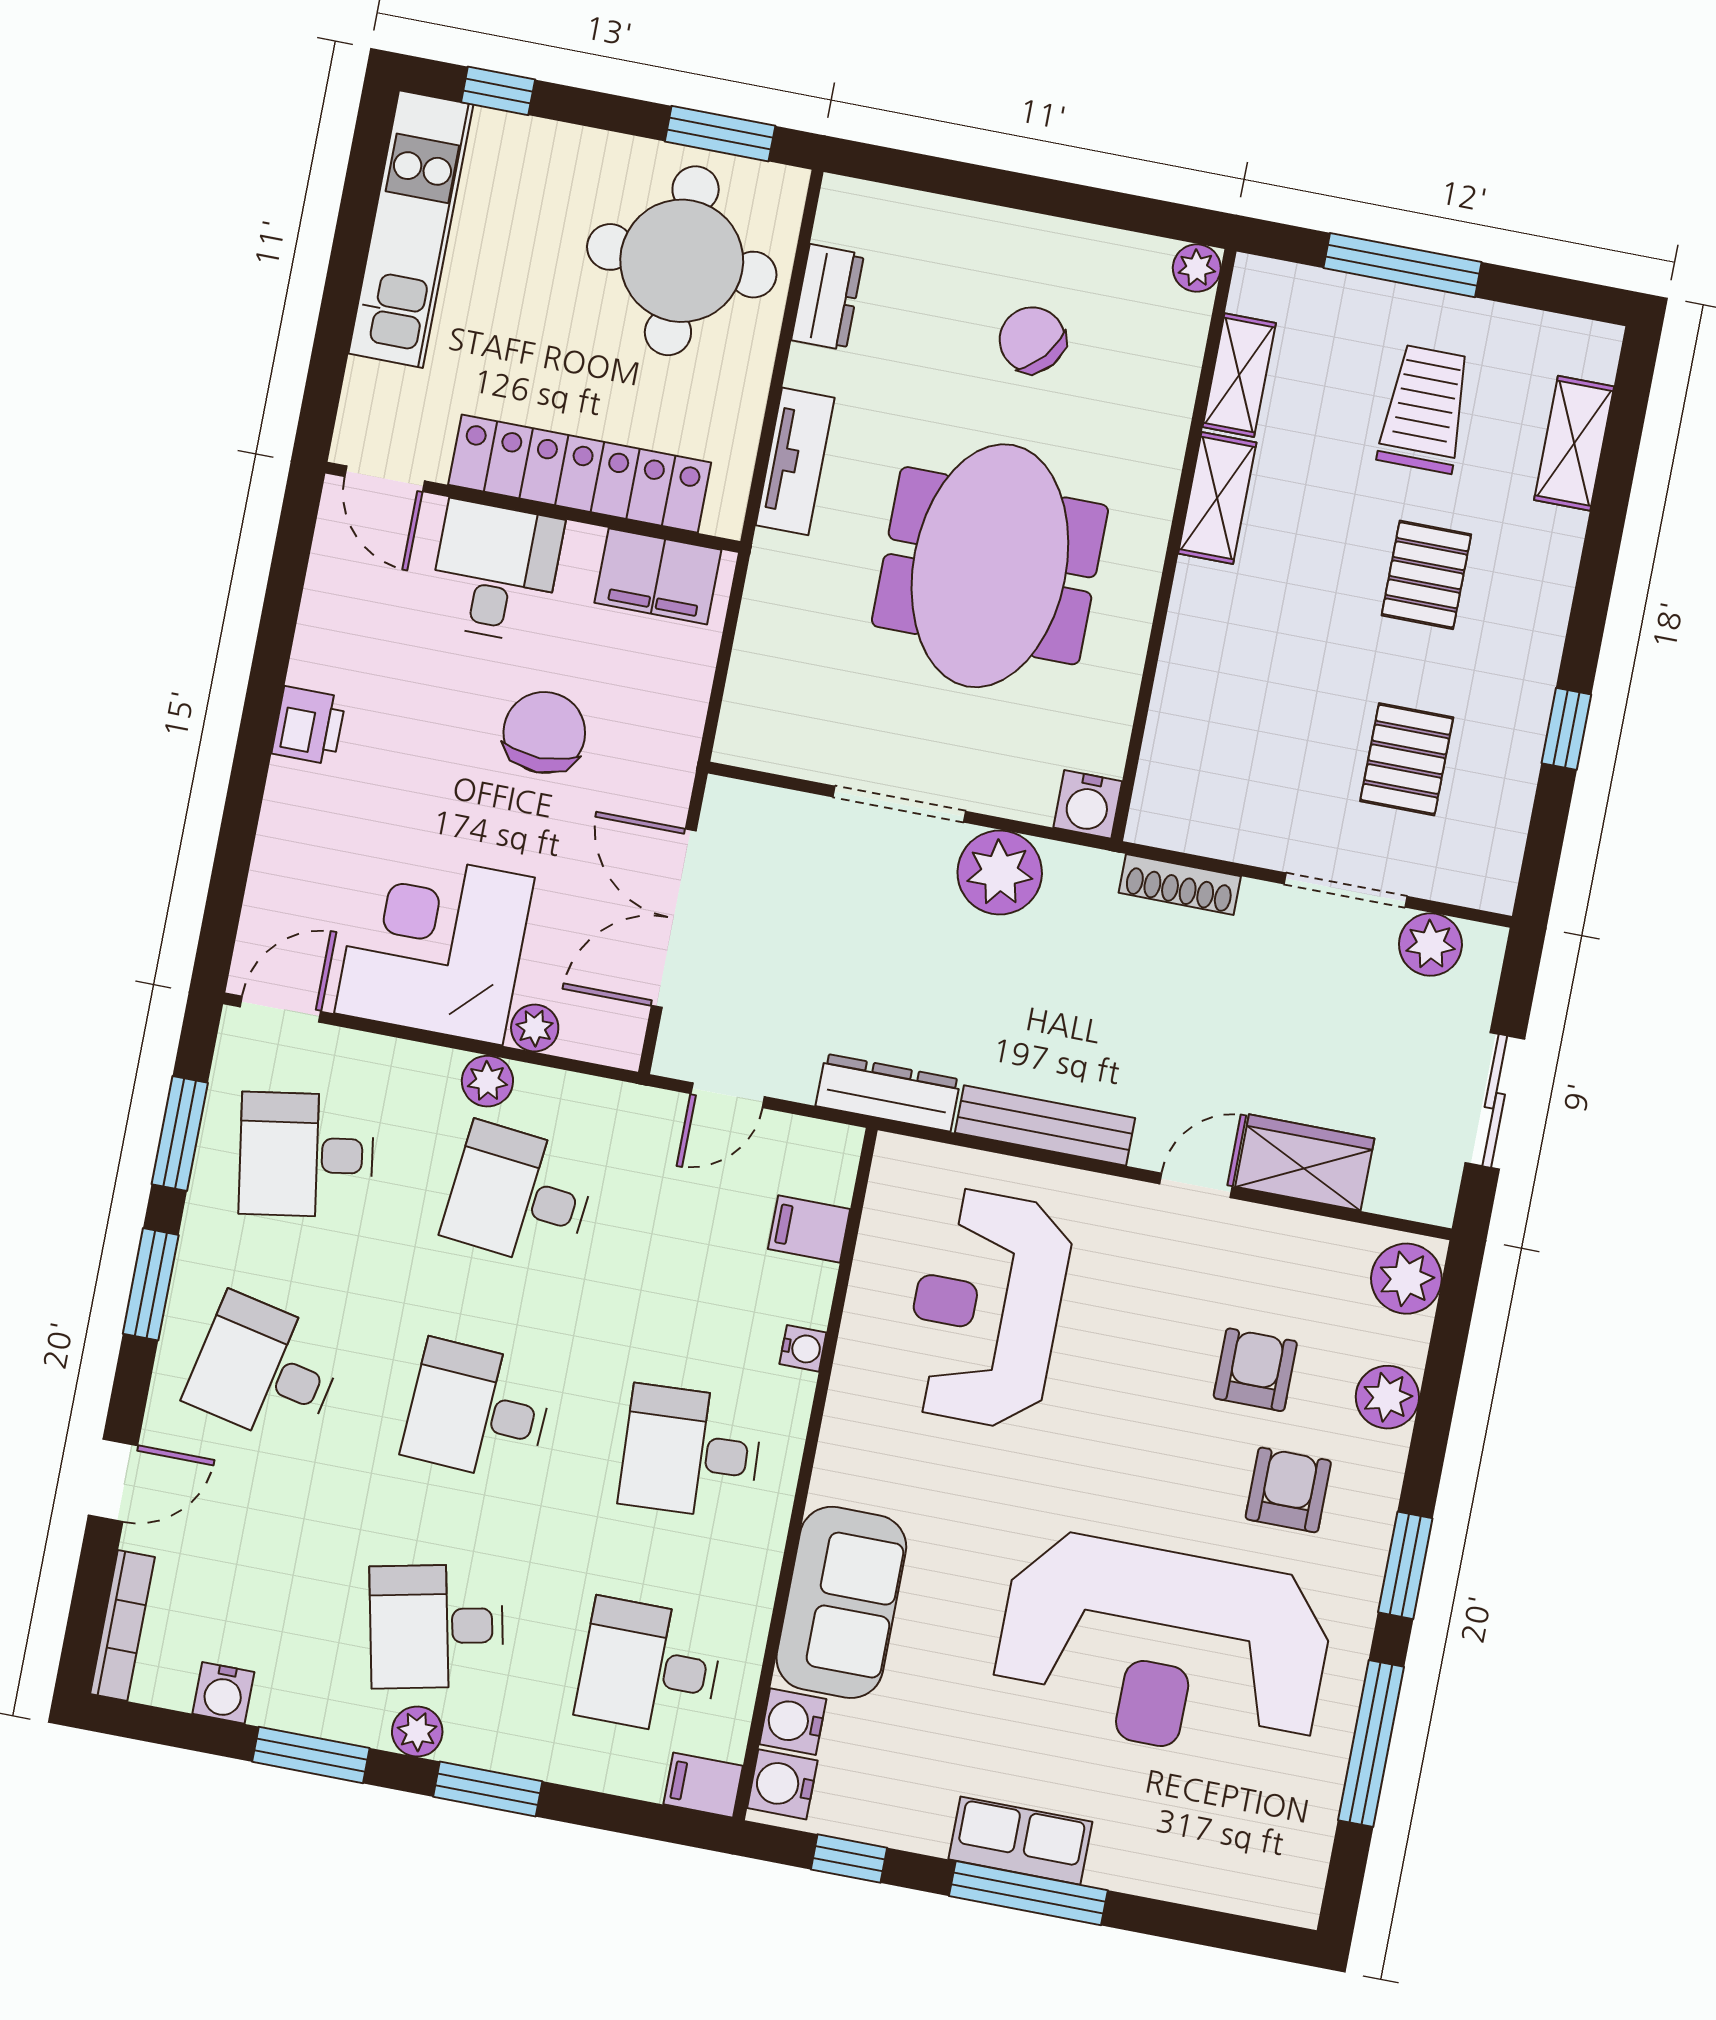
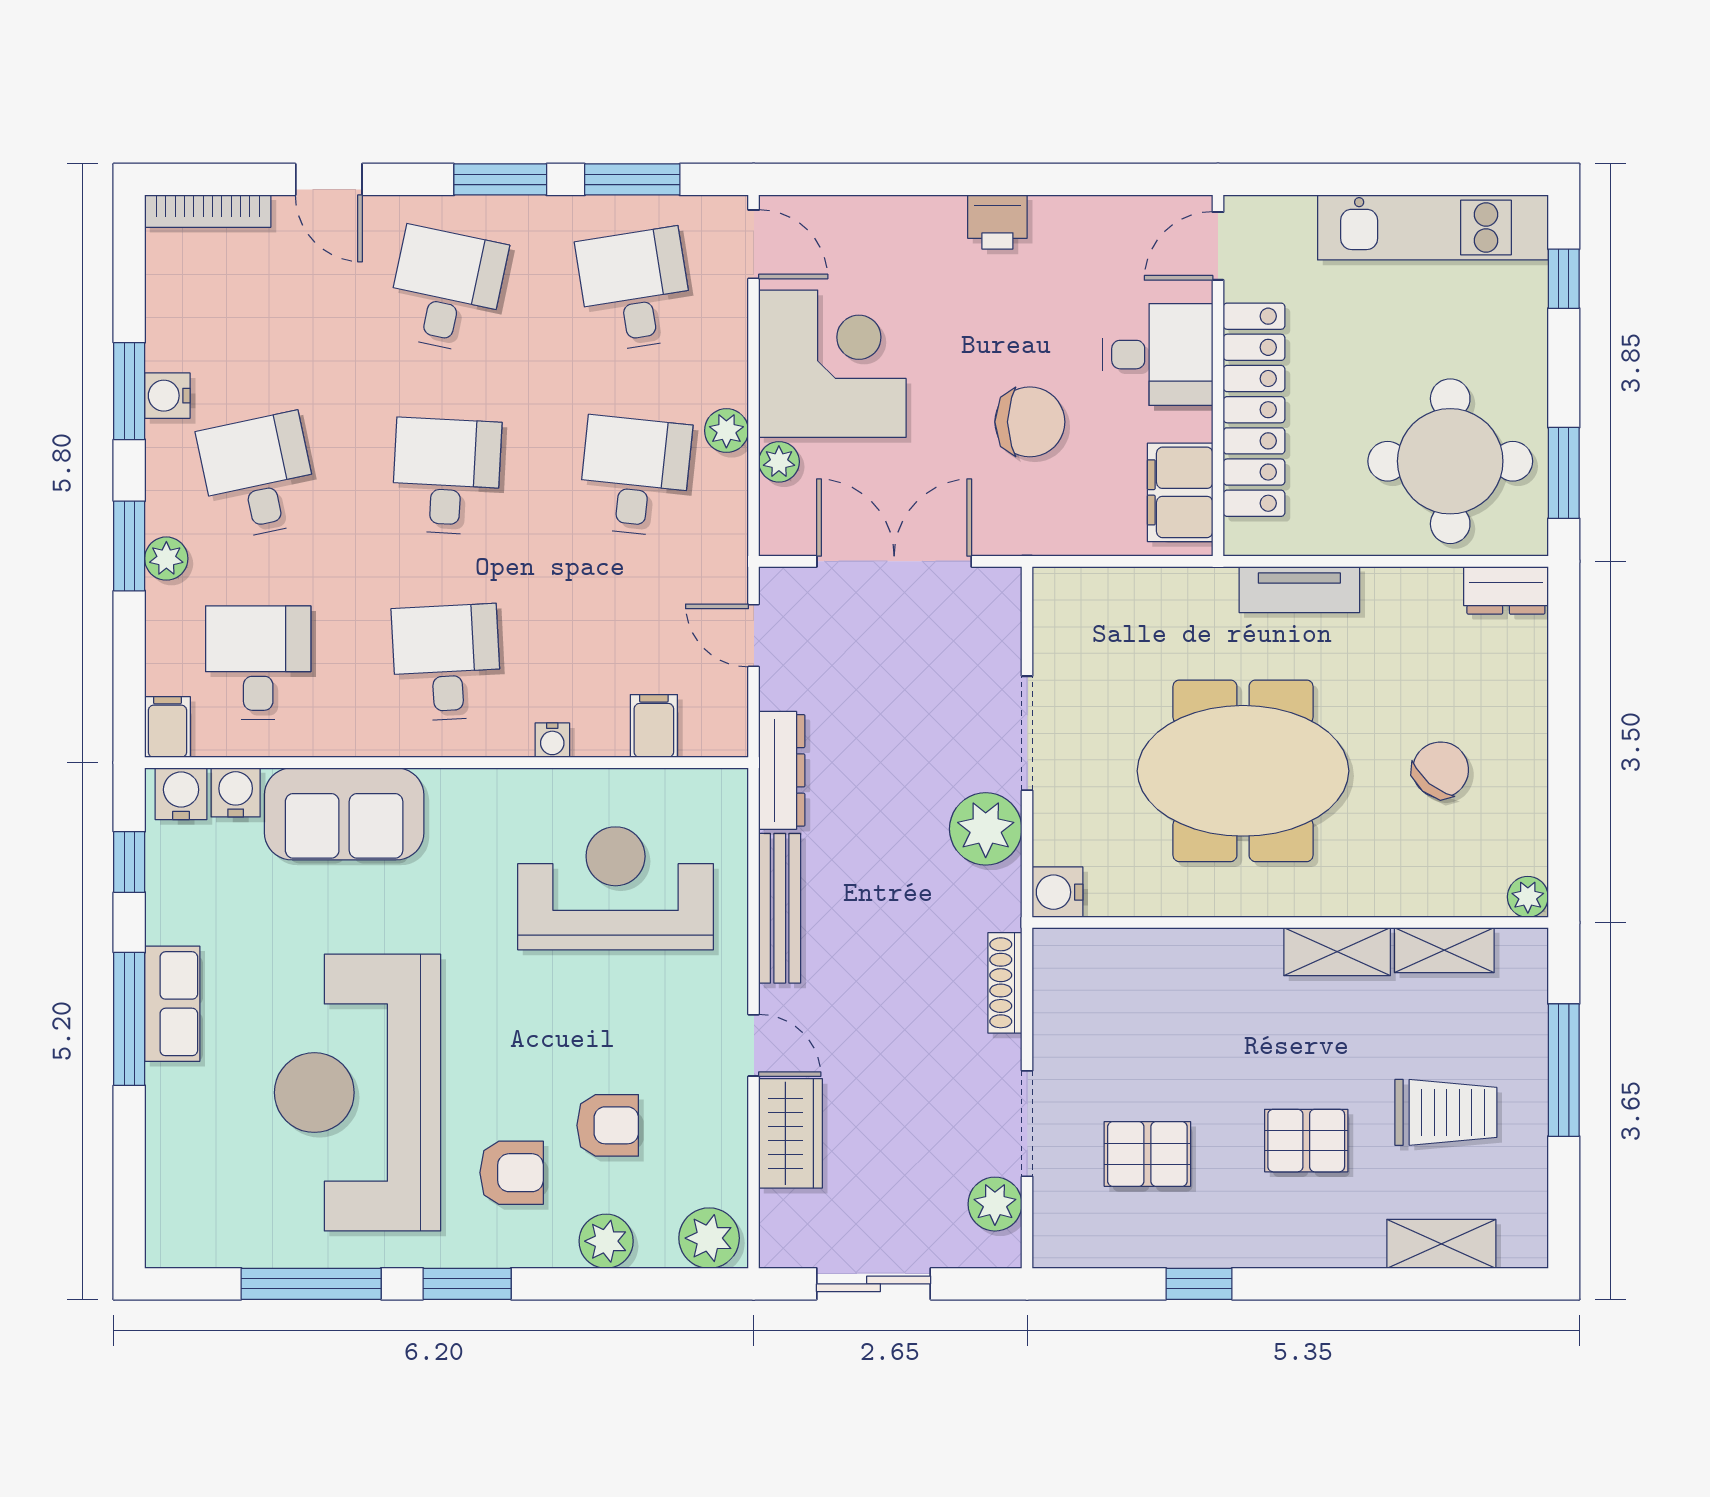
dresser: (828, 297) -> (1506, 590), moved
water cooler: (223, 1693) -> (167, 396), moved
plant: (417, 1731) -> (166, 559), moved

